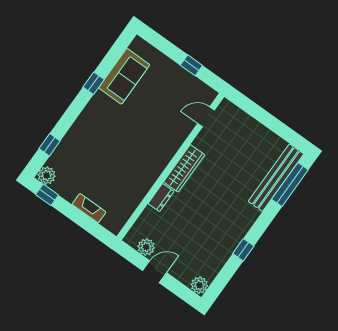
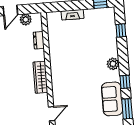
window: (117, 51) -> (127, 109), added
plant: (47, 175) -> (113, 64), moved
dresser: (161, 197) -> (39, 40), moved

